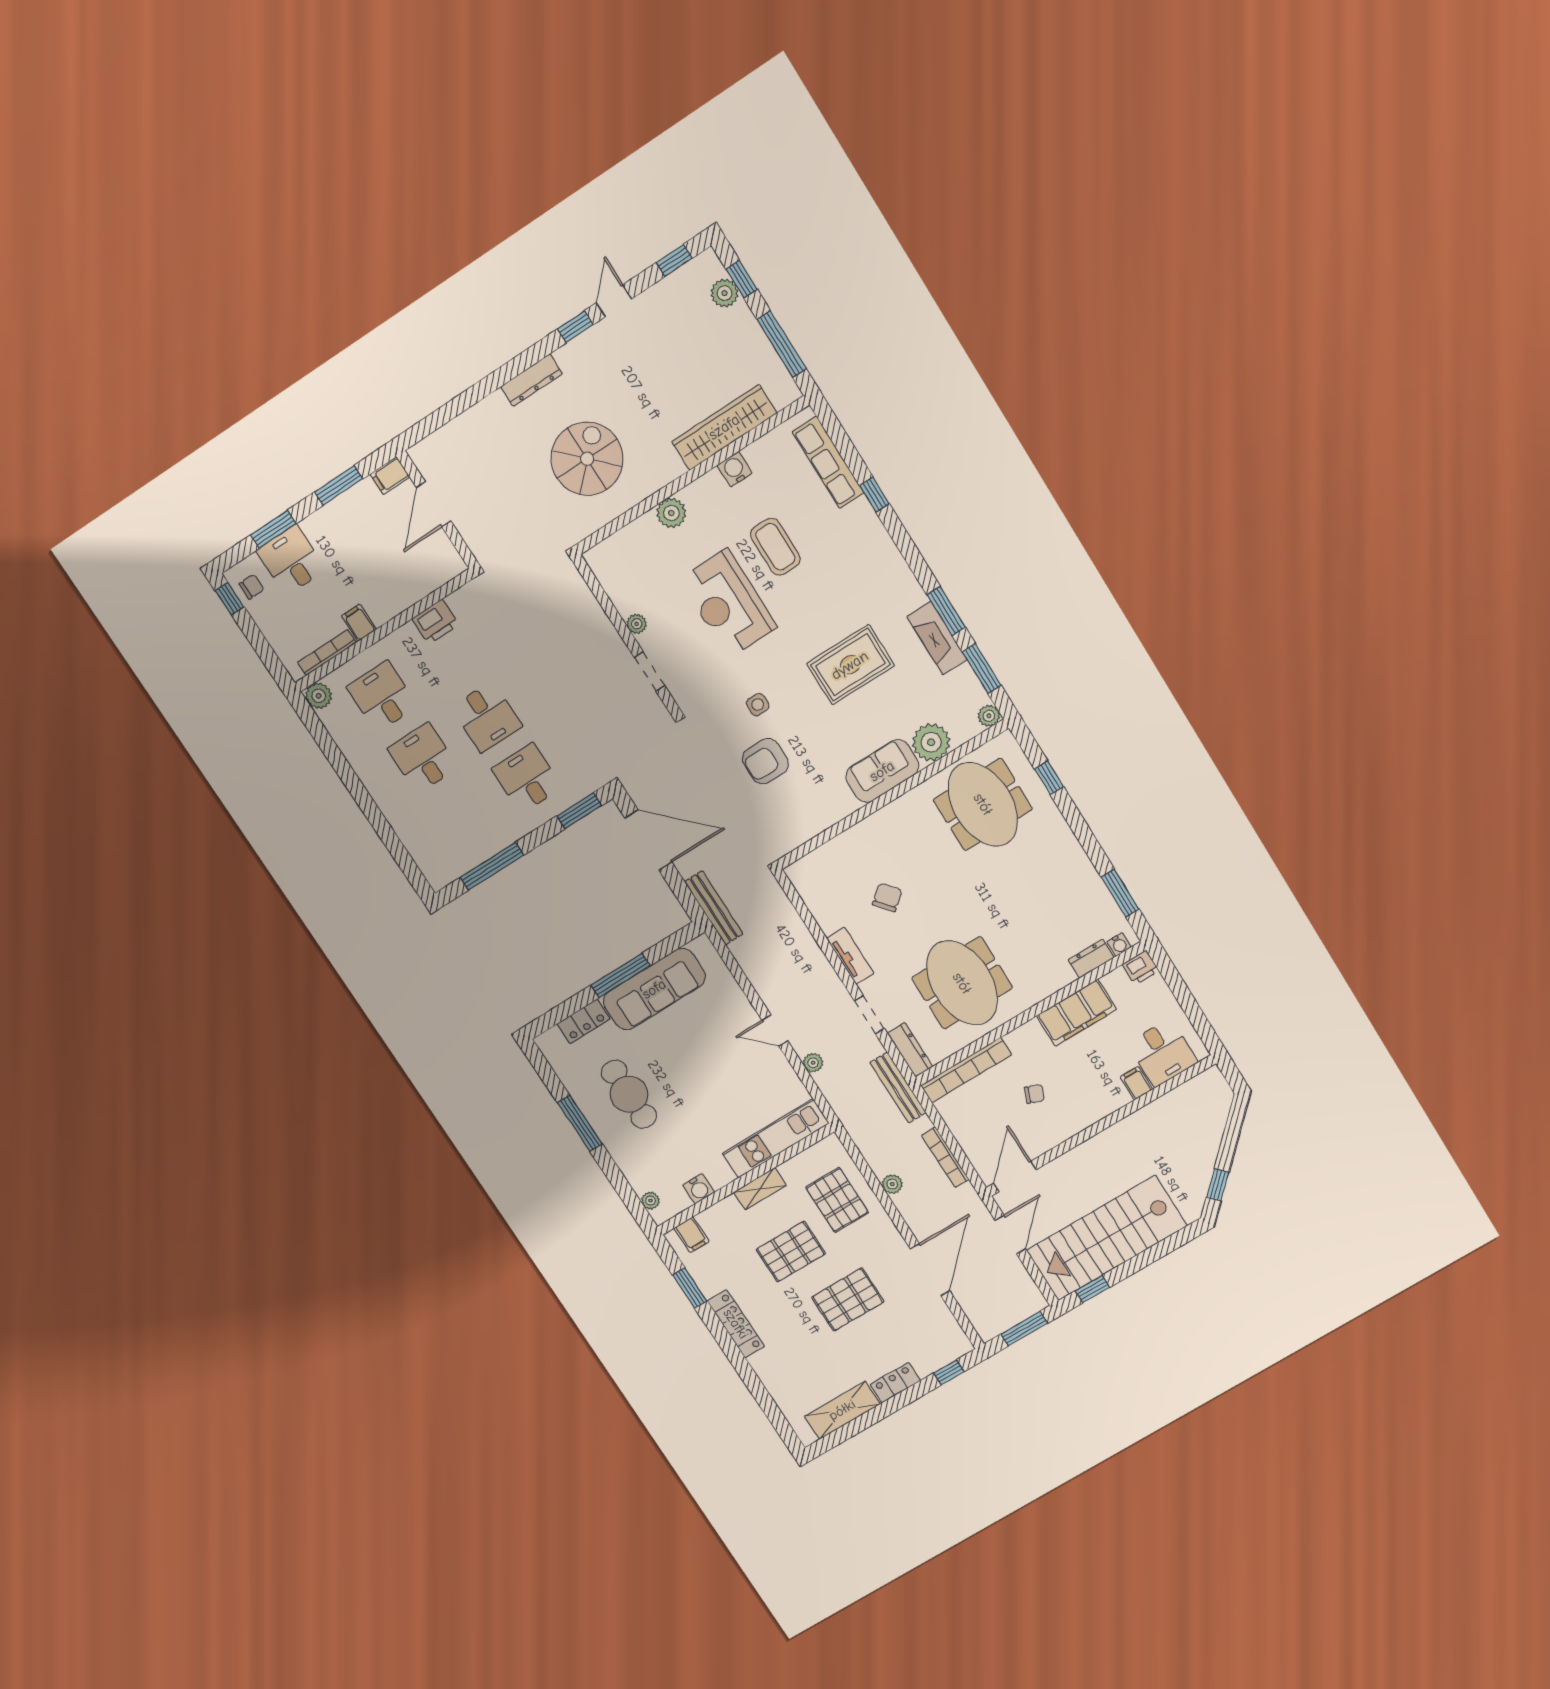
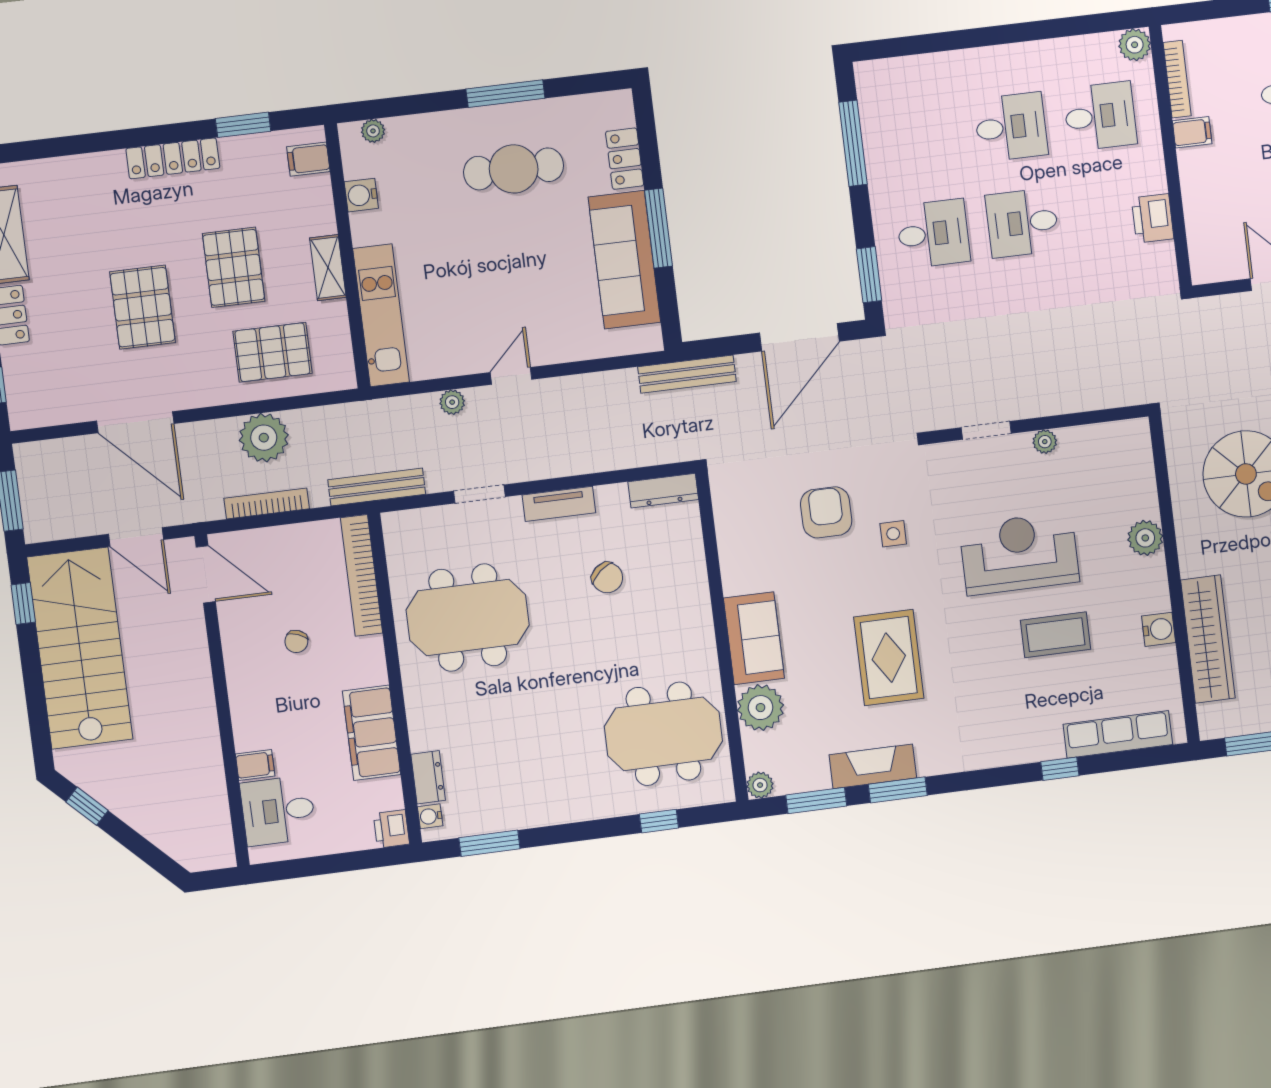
dresser: (910, 1050) -> (663, 491), moved
plant: (892, 1184) -> (264, 438), width x1.88, depth x1.88

